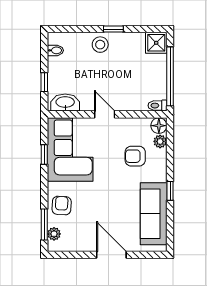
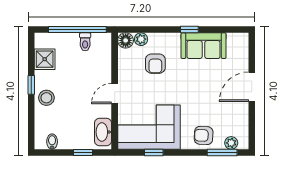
shower: (156, 43) -> (45, 59), moved
toilet: (157, 106) -> (85, 42), moved
sofa: (154, 214) -> (204, 46), width x0.73

